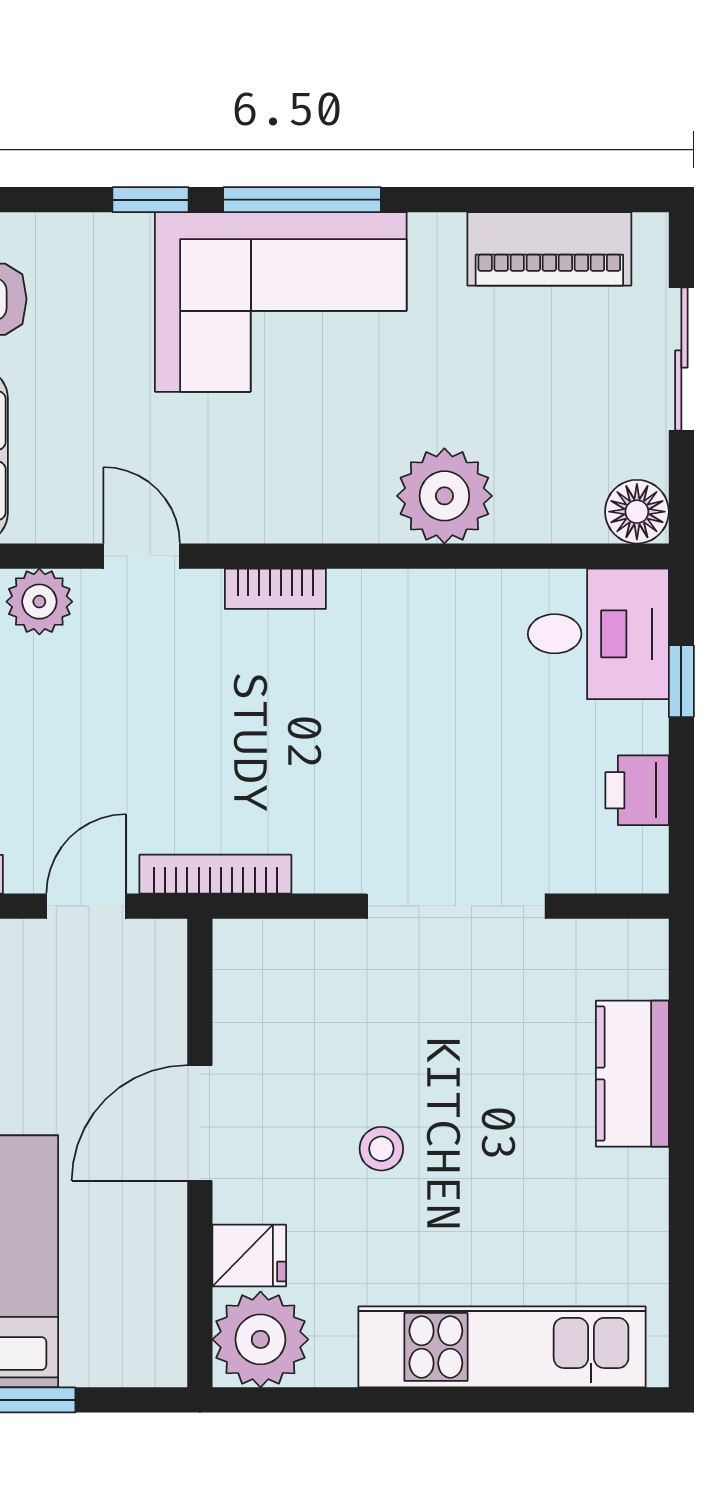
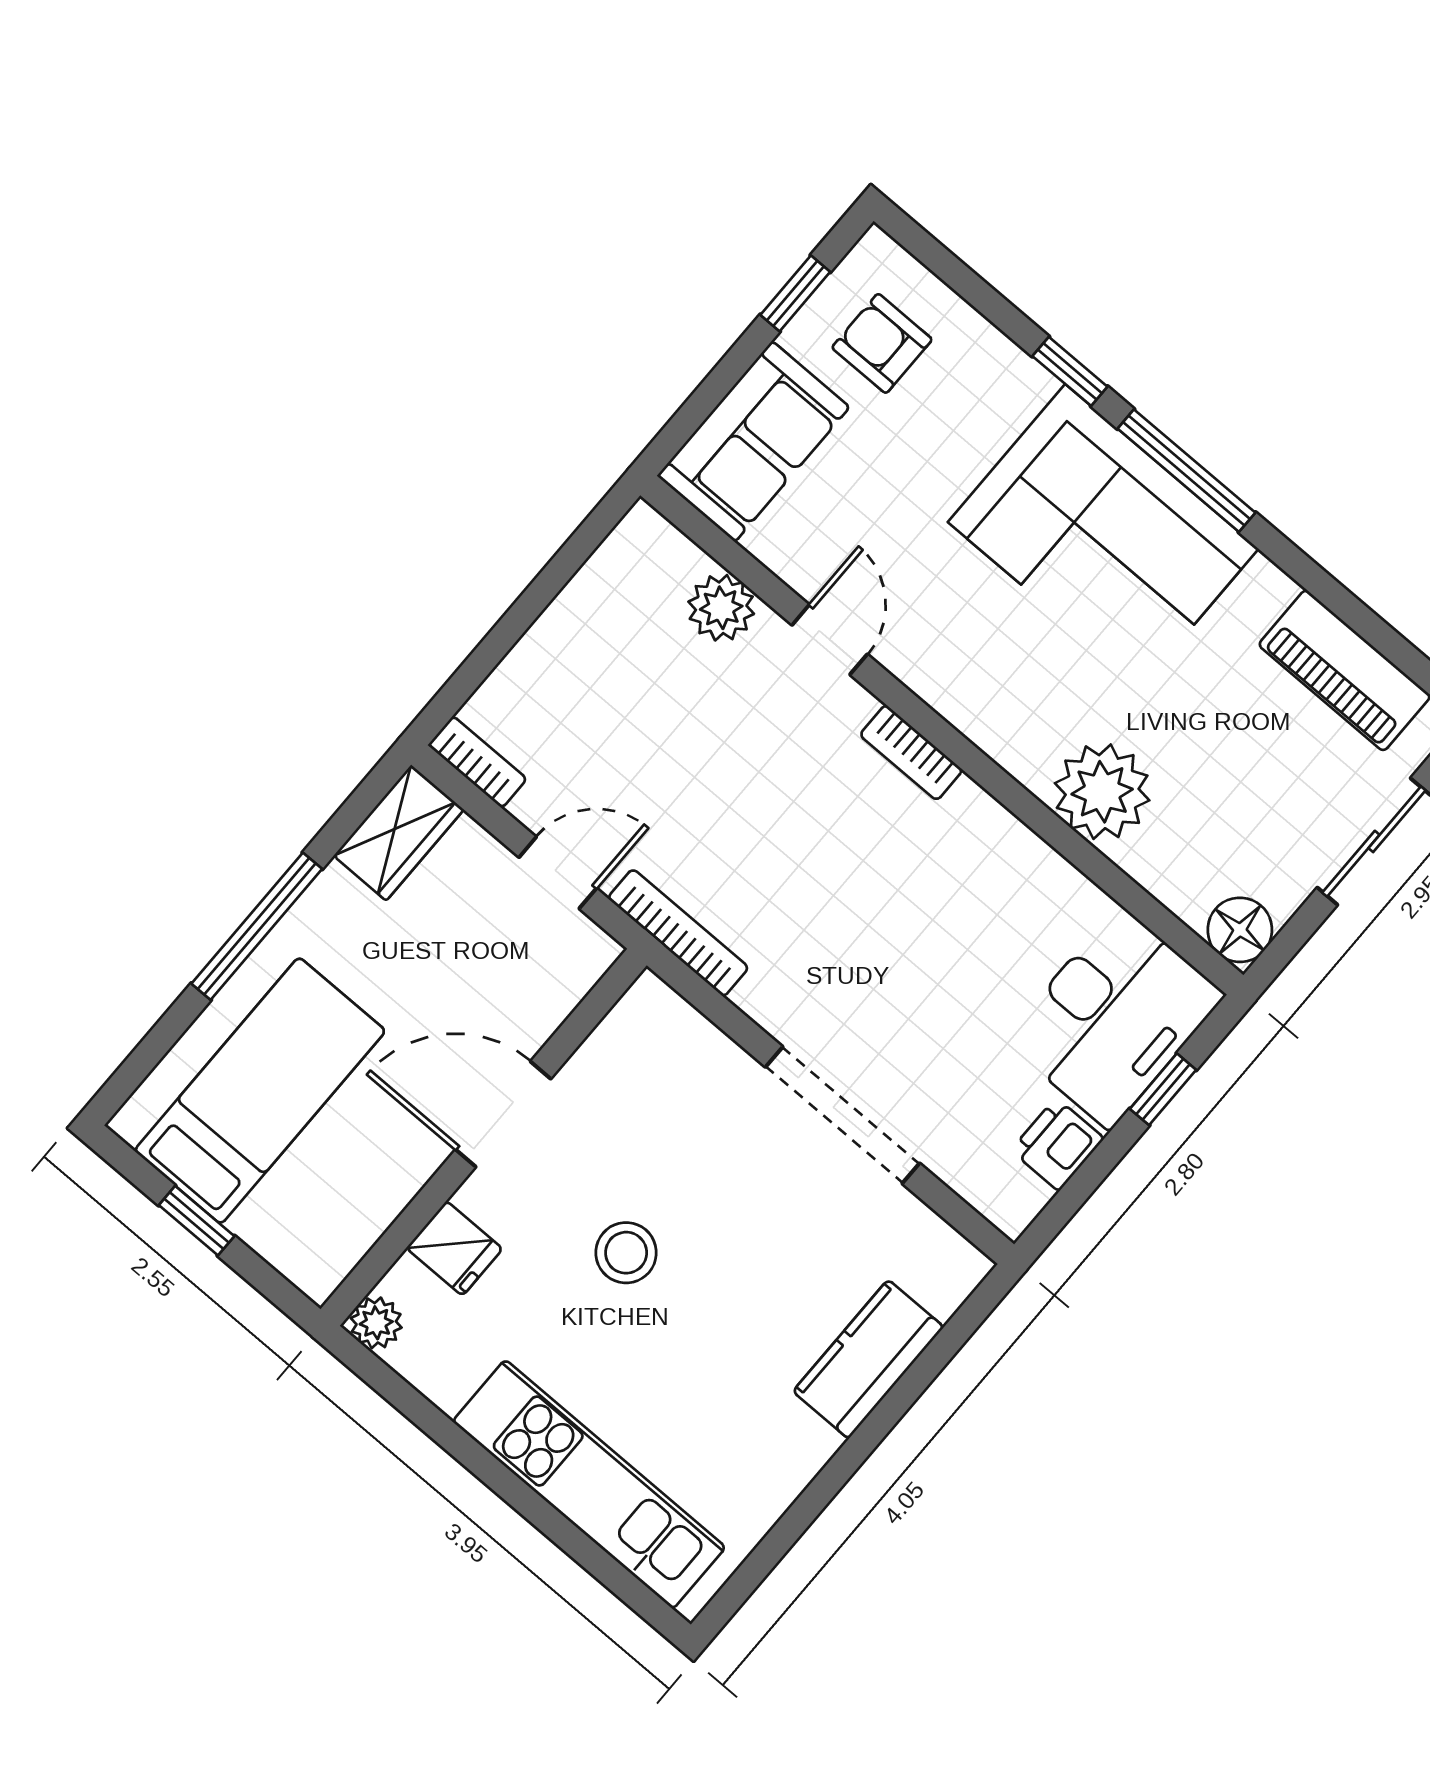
desk: (598, 634) -> (1114, 1017), width x1.37
stool: (381, 1149) -> (626, 1253), width x1.37, depth x1.37
plant: (260, 1339) -> (376, 1323), width x0.53, depth x0.53

